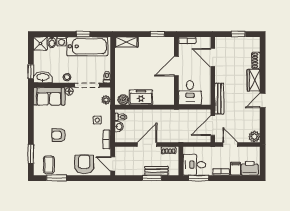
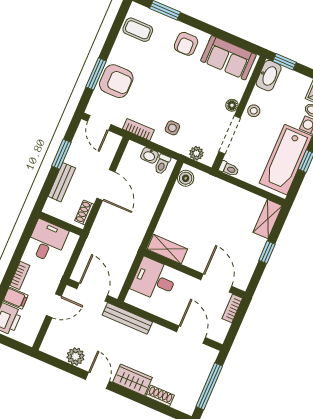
window: (157, 34) -> (267, 252), moved
window: (238, 34) -> (209, 386), width x2.17
door: (213, 58) -> (191, 335), hinge flipped
door: (176, 66) -> (216, 283), moved
shelving: (169, 93) -> (167, 249), added
sofa: (49, 96) -> (228, 58), moved, turned -90
freezer: (141, 97) -> (178, 205), removed
armchair: (58, 135) -> (186, 44), moved, turned 180
plant: (254, 137) -> (76, 356), moved
door: (113, 164) -> (99, 123), swing flipped
window: (57, 178) -> (96, 74), moved
window: (152, 178) -> (61, 154), moved
window: (199, 178) -> (25, 239), removed

